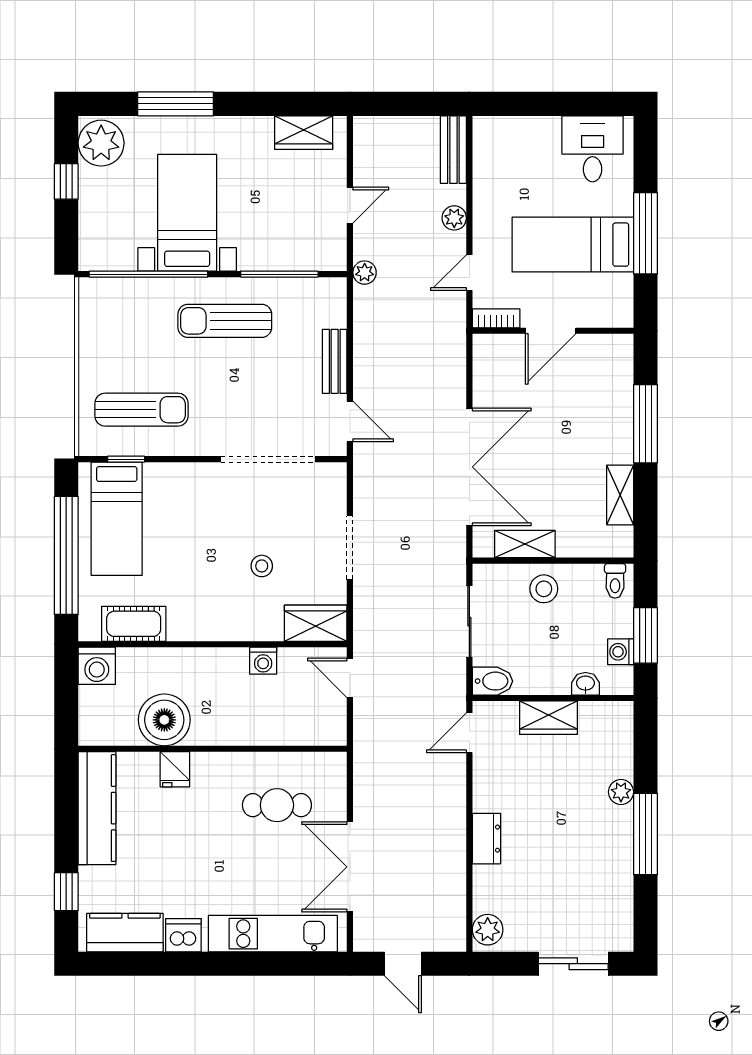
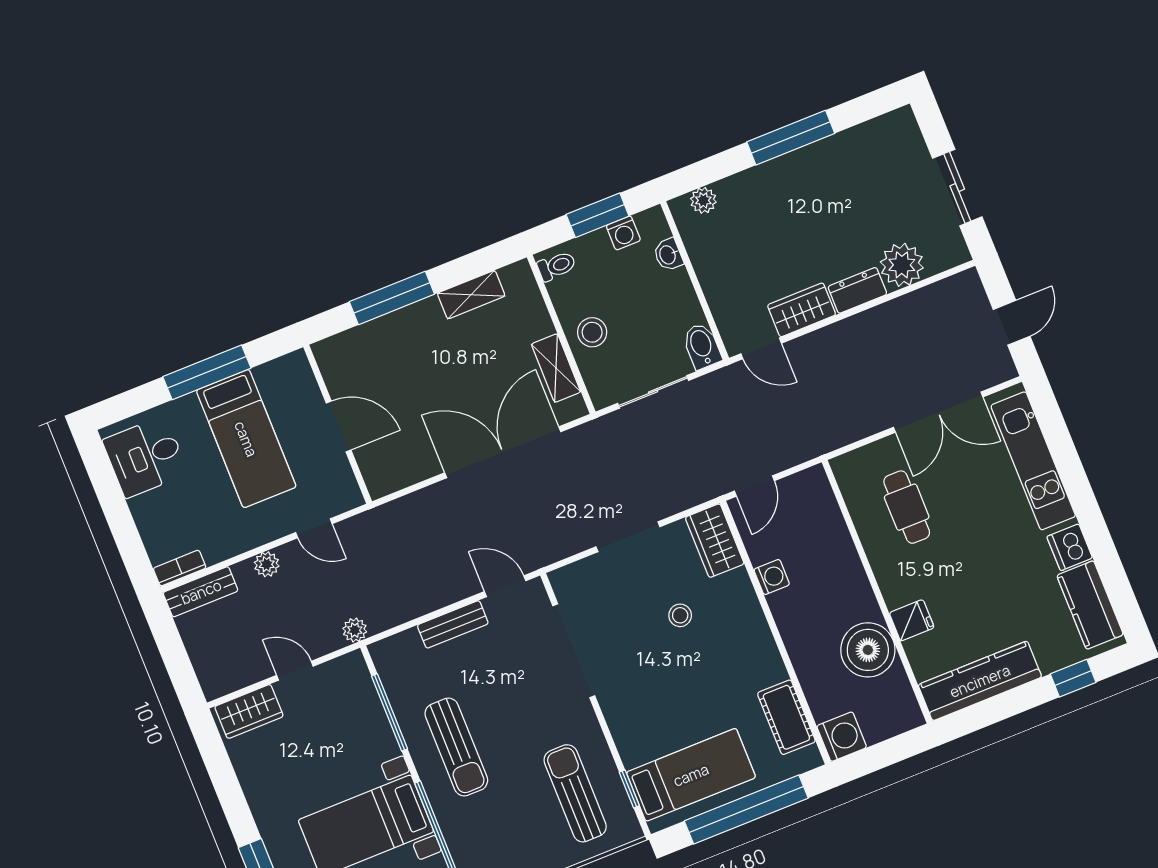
wardrobe: (304, 133) -> (249, 711), moved, turned 90
bookcase: (496, 318) -> (180, 568), moved, turned 90
door: (350, 421) -> (505, 586), hinge flipped
wardrobe: (548, 718) -> (802, 310), moved, turned -90
plant: (621, 792) -> (703, 200), moved
plant: (488, 930) -> (902, 265), moved, width x1.36, depth x1.36
sliding door: (573, 964) -> (957, 188), moved

